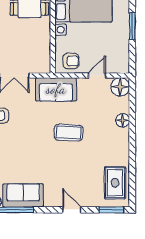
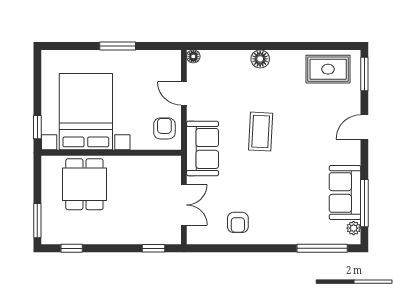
floor lamp: (120, 87) -> (193, 56), width x0.53, depth x0.53
floor lamp: (123, 120) -> (260, 59), moved

